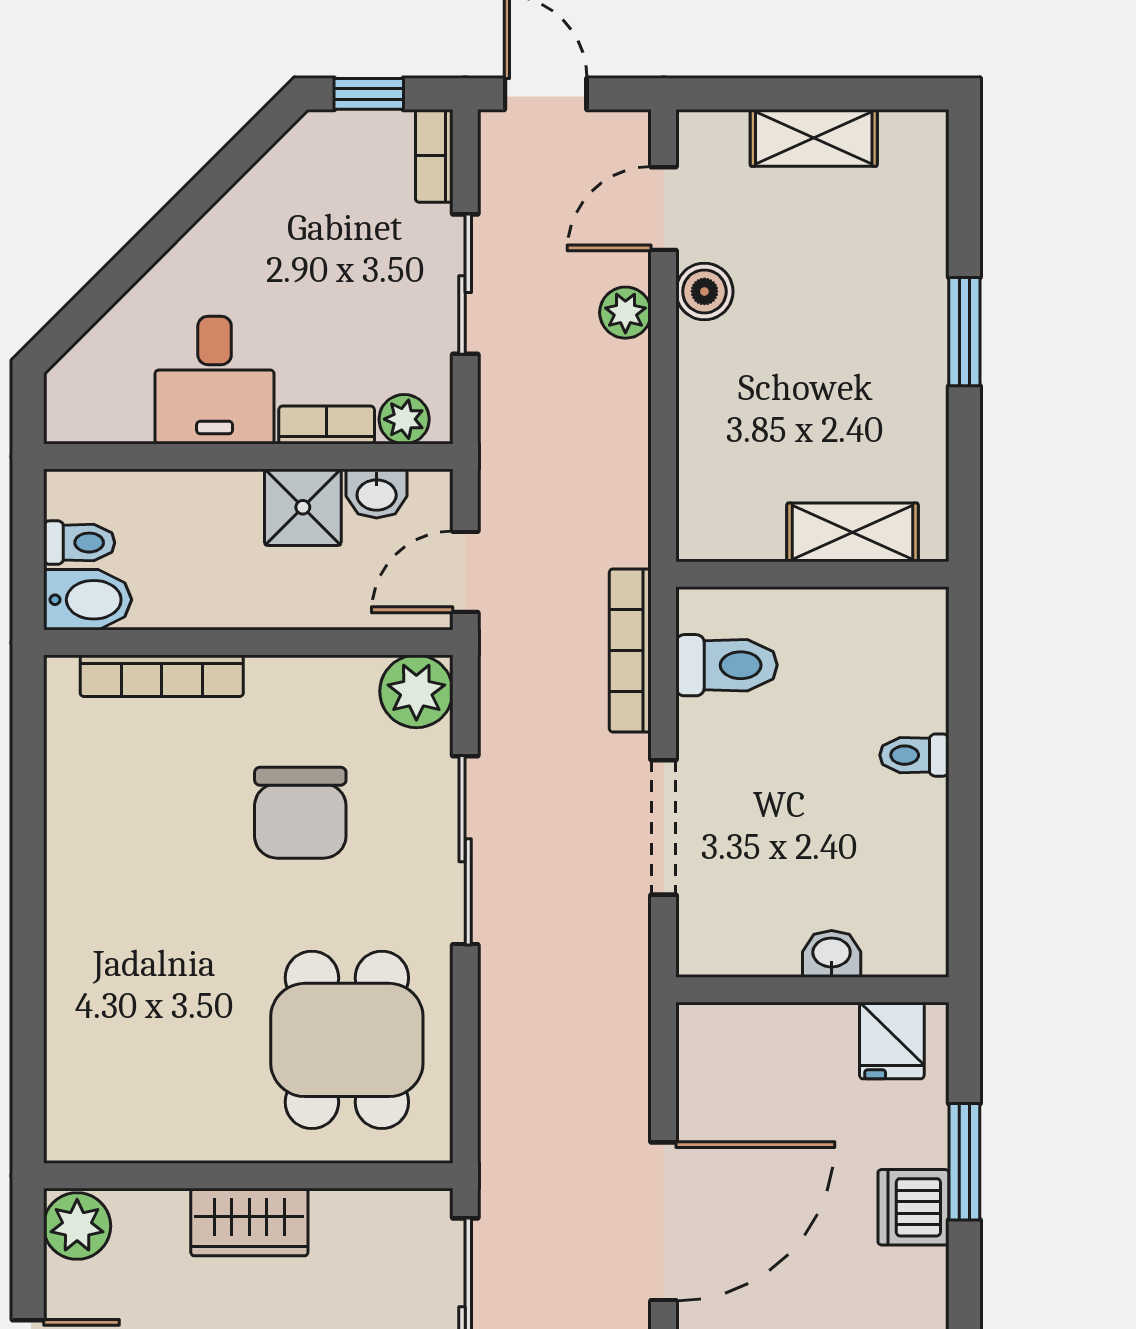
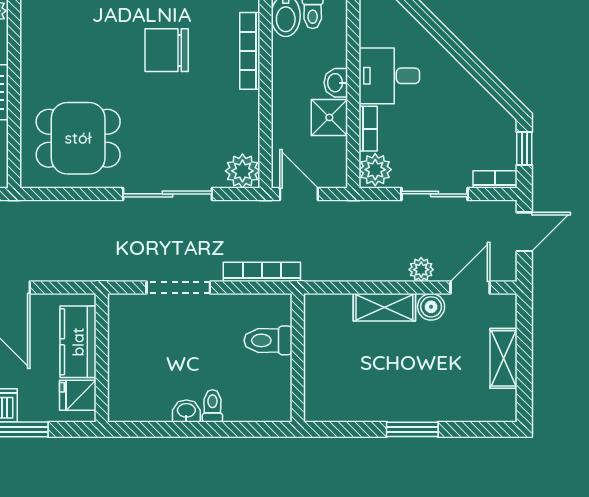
door: (664, 209) -> (470, 288), hinge flipped
plant: (404, 419) -> (375, 170), width x1.38, depth x1.38
washbasin: (377, 494) -> (336, 83), moved
shelving: (853, 532) -> (384, 307), moved, turned 90
toilet: (727, 665) -> (268, 340), moved, turned 90
chair: (300, 813) -> (167, 50), moved
washbasin: (832, 954) -> (186, 411), moved, turned -90
kitchen counter: (778, 1040) -> (78, 342), added

